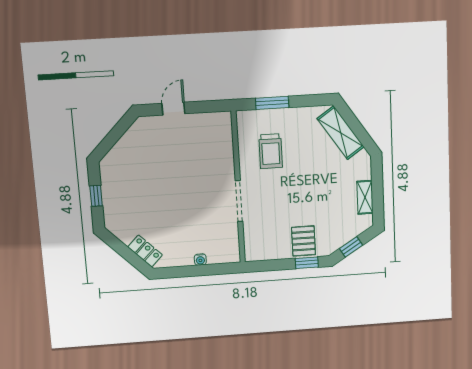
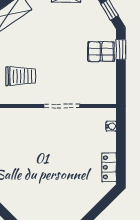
locker: (145, 251) -> (109, 167), moved, turned -45
water cooler: (200, 260) -> (111, 126), moved

